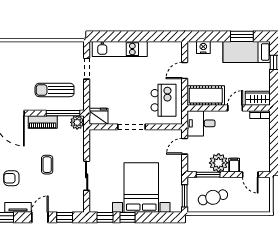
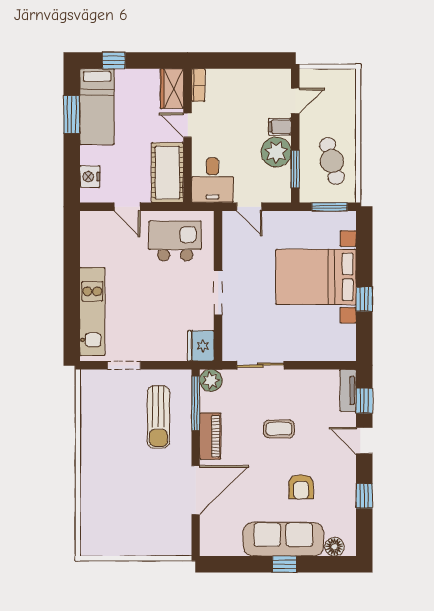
sliding door: (87, 176) -> (260, 365), moved
tv unit: (18, 207) -> (348, 390), moved
window: (105, 217) -> (364, 335), removed

